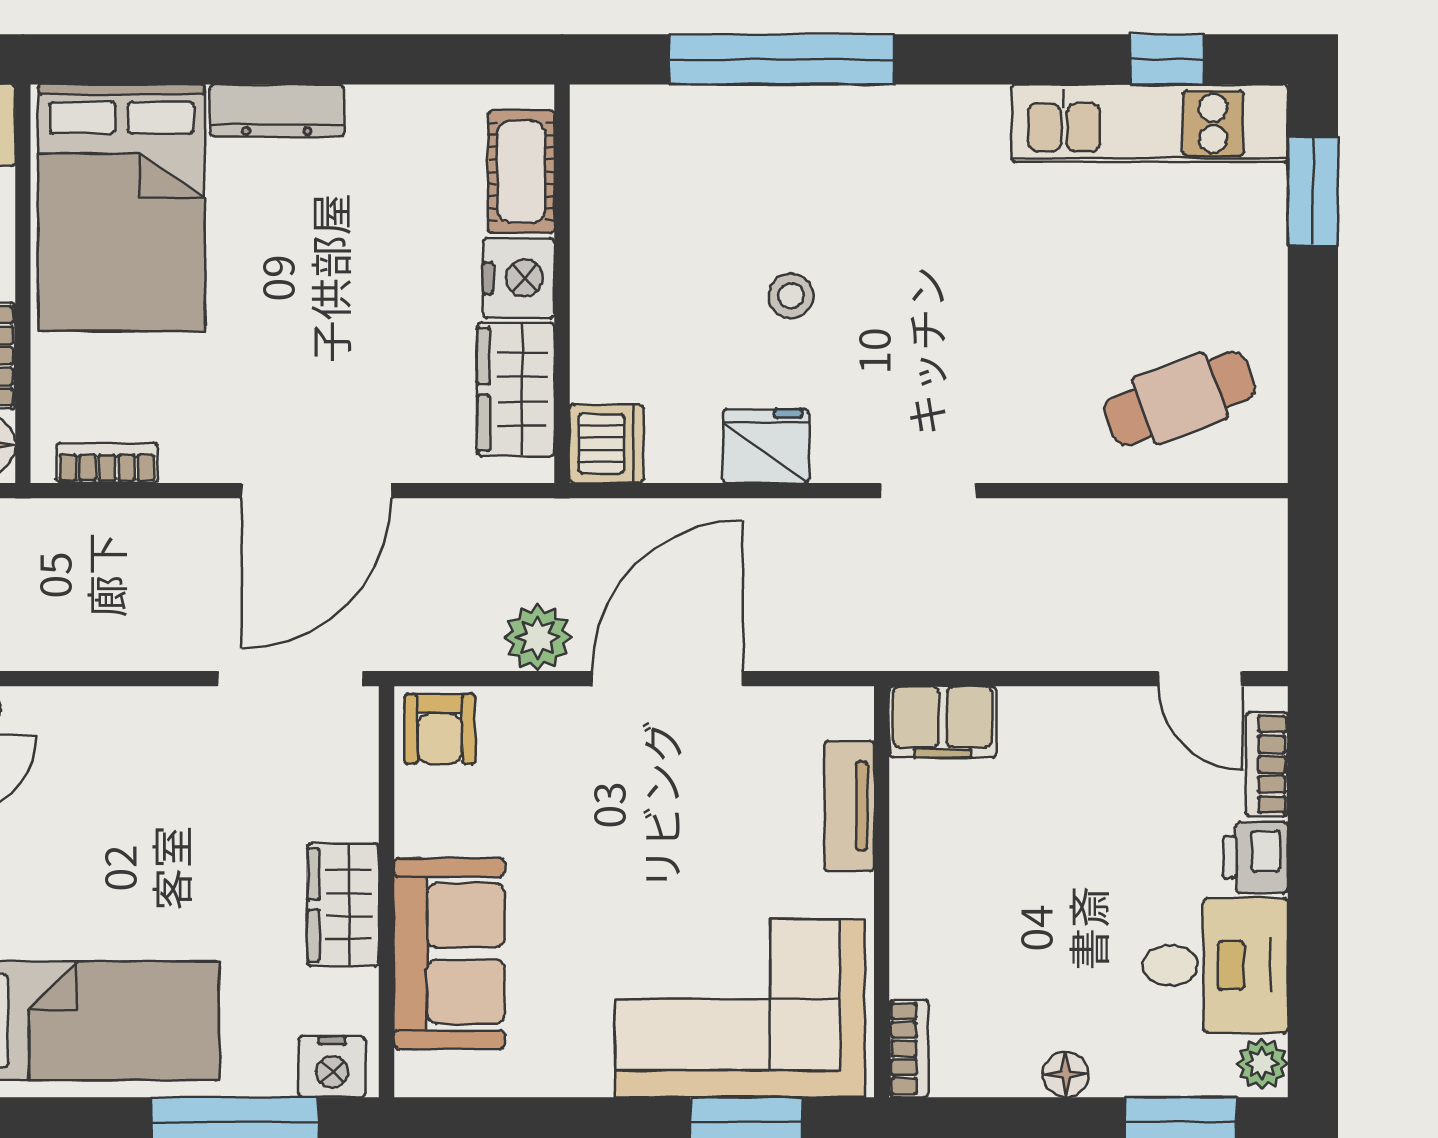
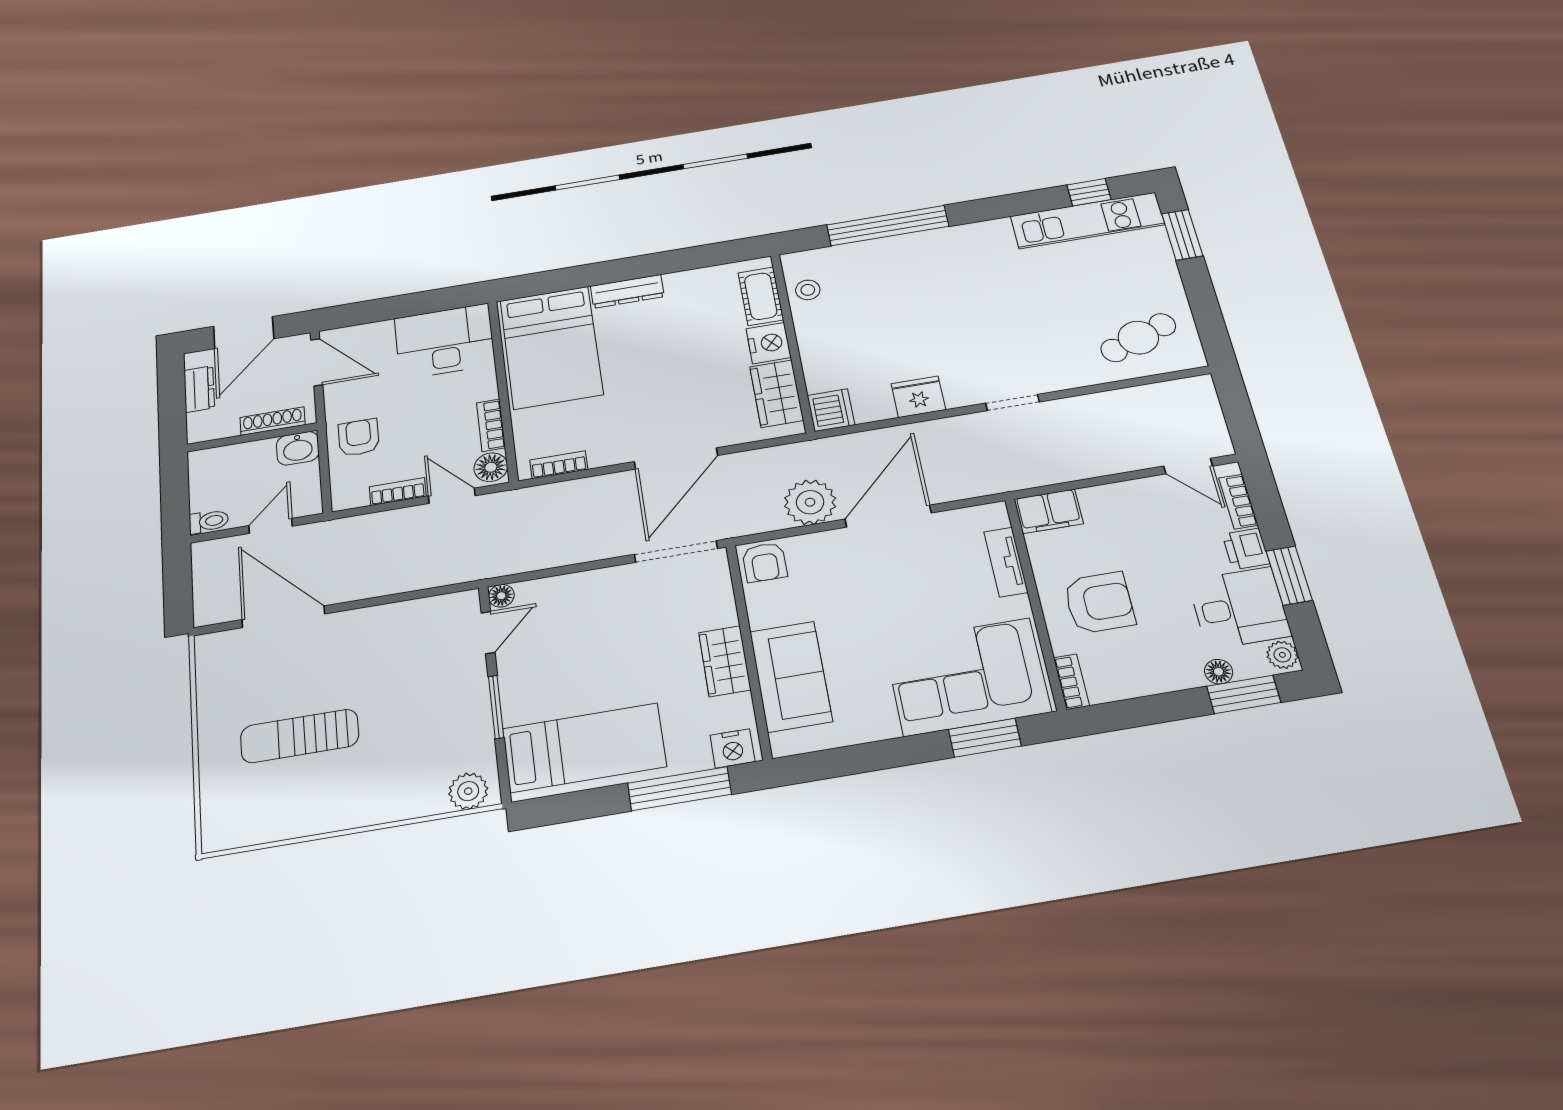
stool: (791, 296) -> (808, 290), moved
plant: (538, 637) -> (810, 502), width x1.36, depth x1.36
armchair: (987, 912) -> (1099, 603), added
window: (1313, 921) -> (1289, 576), added
floor lamp: (1066, 1074) -> (1219, 672), moved

